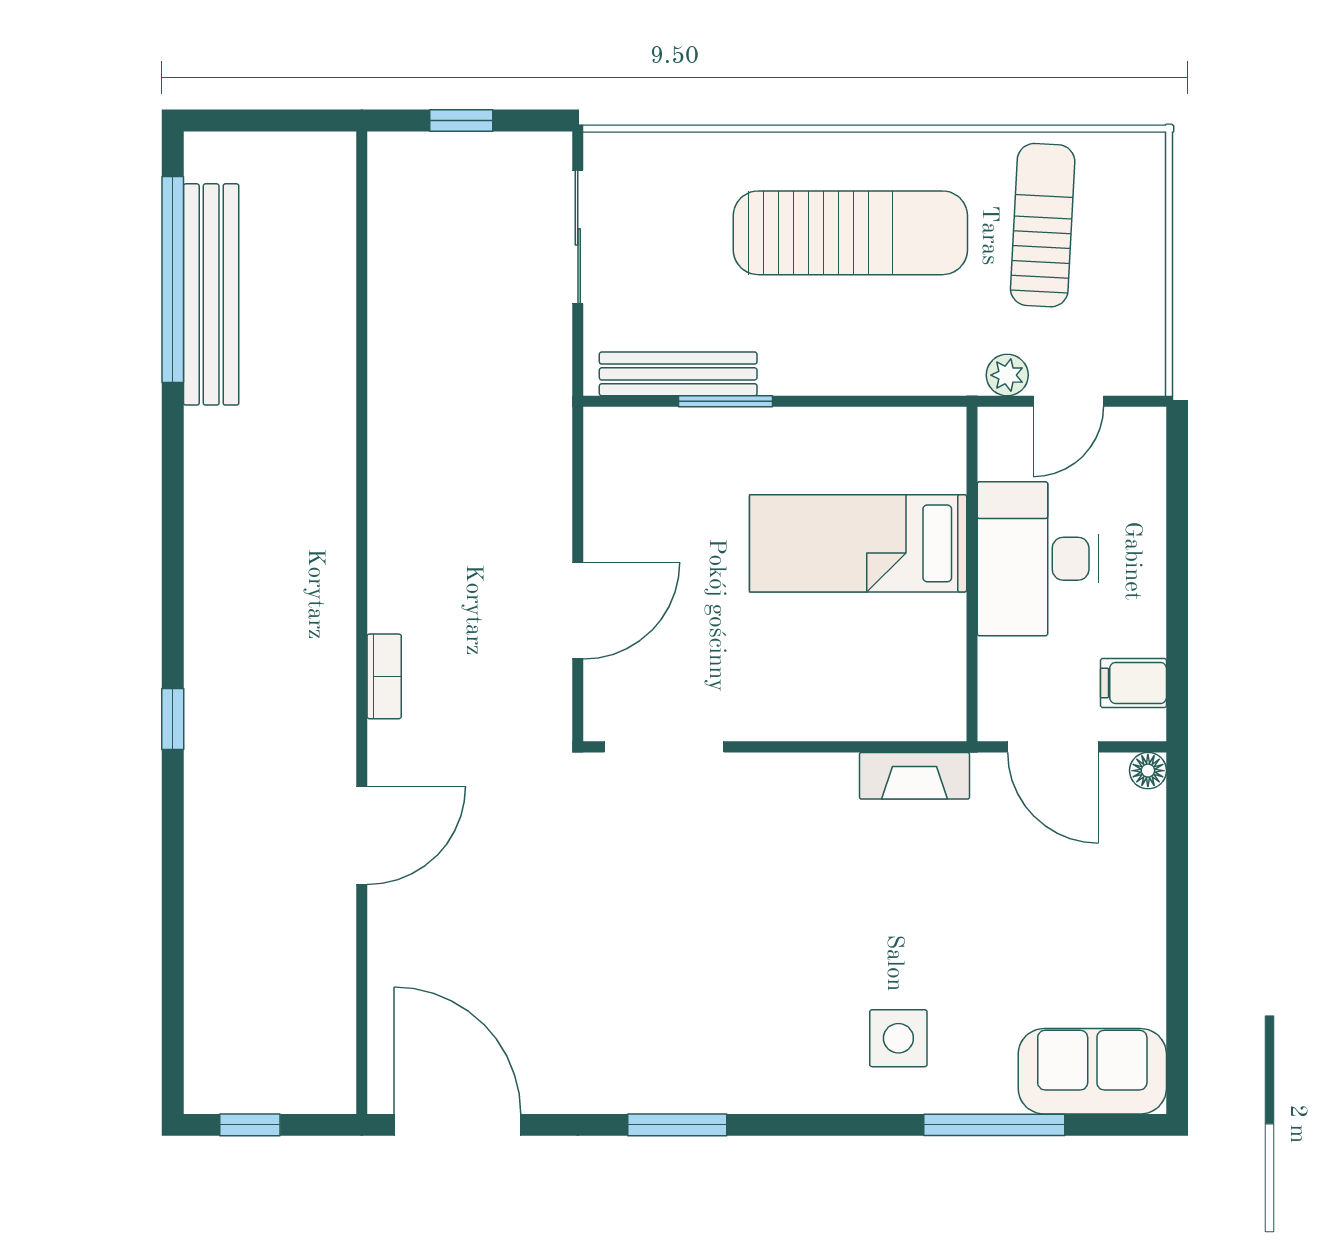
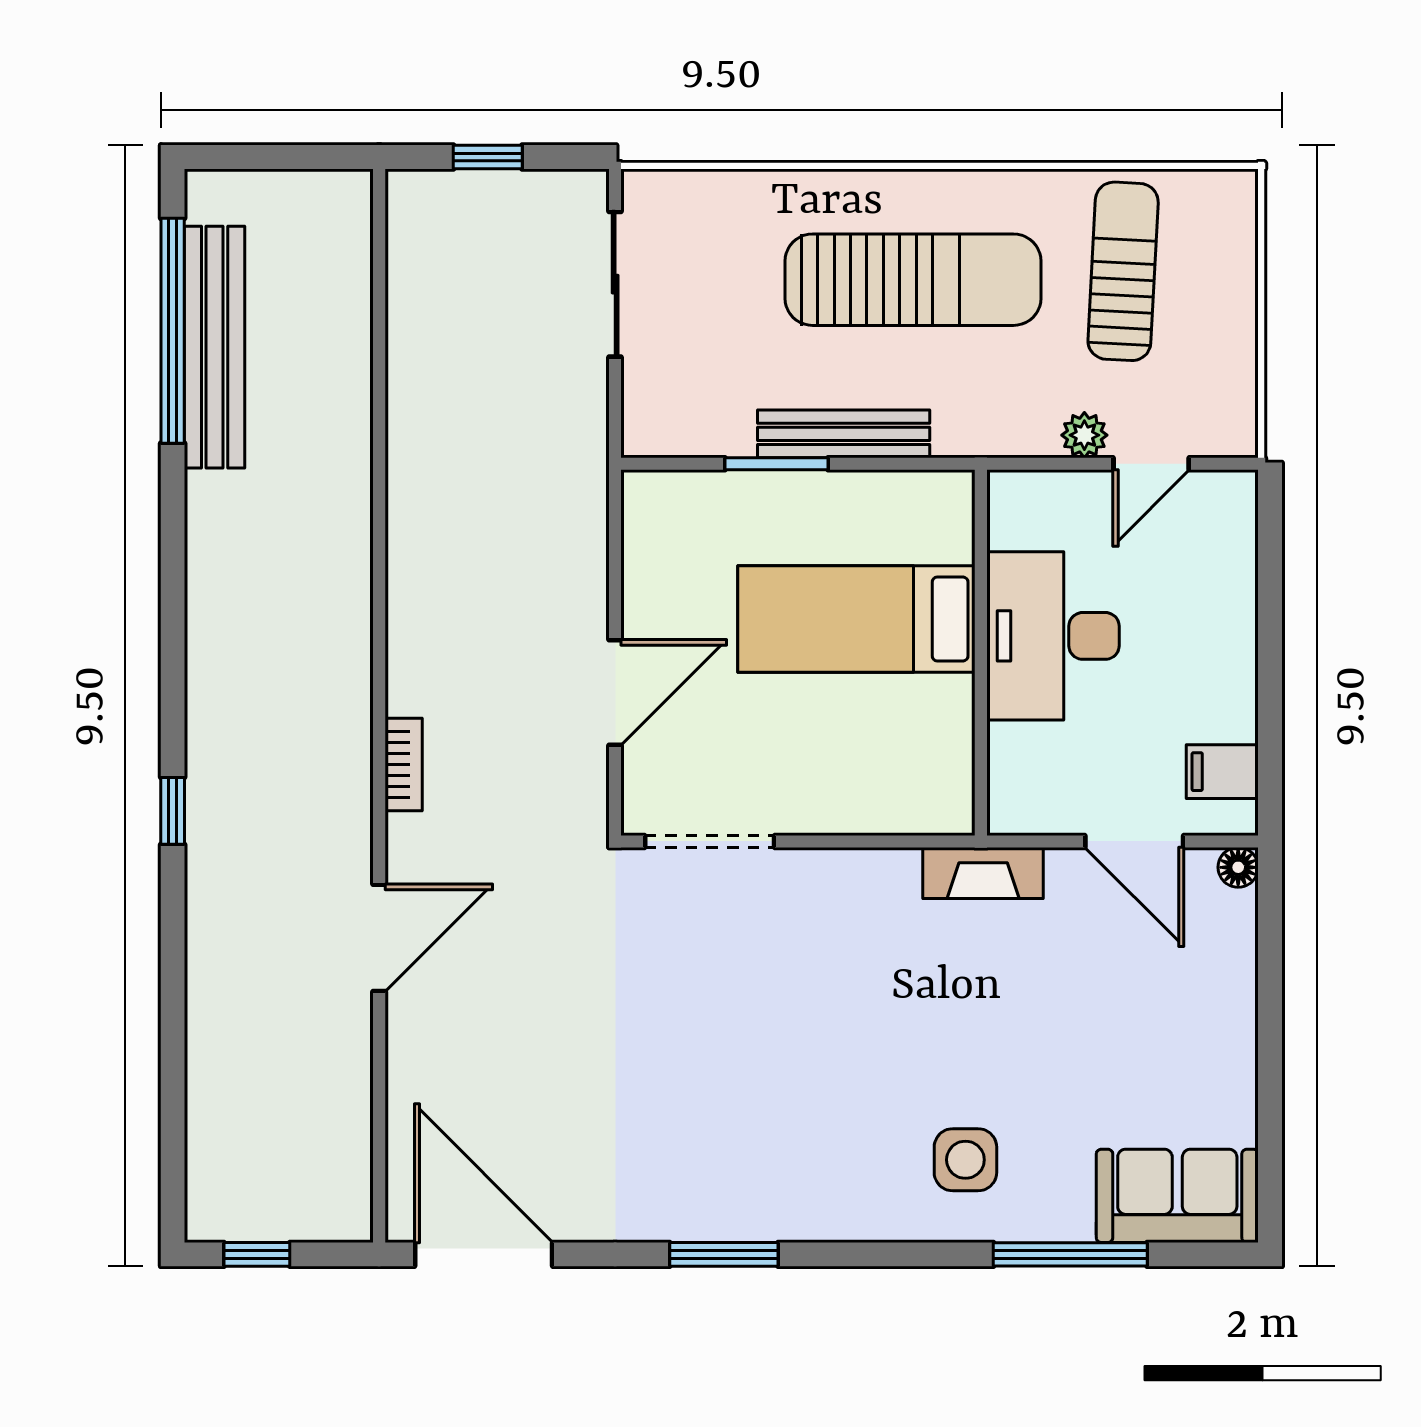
bench: (678, 374) -> (844, 434), moved
bed: (858, 543) -> (856, 619), moved
desk: (1038, 559) -> (1053, 636), moved
wall: (972, 574) -> (981, 653), moved

